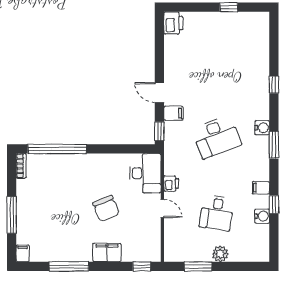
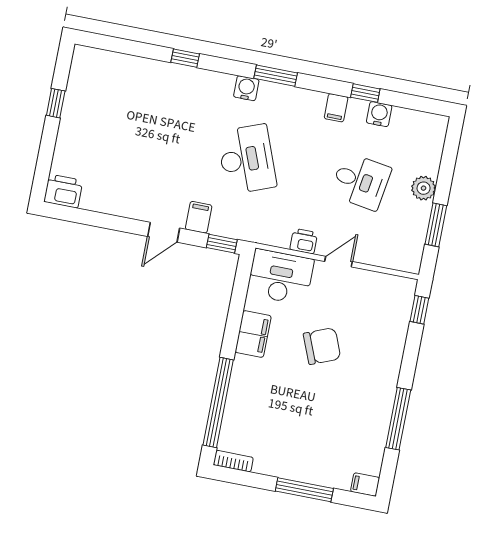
filing cabinet: (107, 253) -> (253, 334), moved, turned 180

